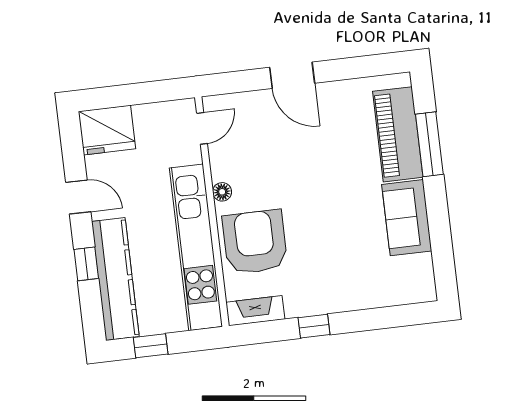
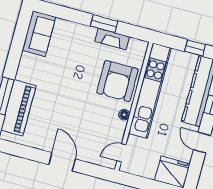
sofa: (407, 218) -> (39, 34), moved
fireplace: (255, 311) -> (112, 39), moved
window: (314, 326) -> (104, 24), width x1.50

